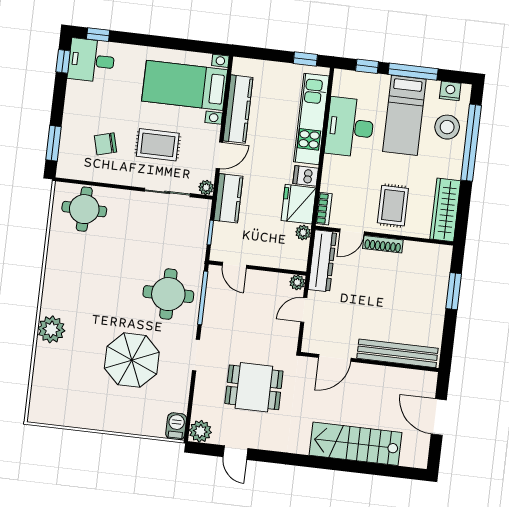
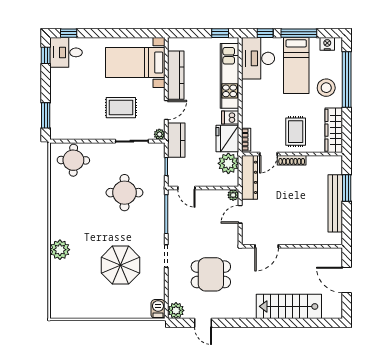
desk: (350, 127) -> (258, 58), moved
stool: (447, 127) -> (326, 88), moved
chair: (105, 144) -> (83, 111), removed
plant: (303, 232) -> (228, 163), width x1.88, depth x1.88
round table: (168, 294) -> (124, 193), moved
bench: (397, 353) -> (335, 203), moved, turned 90

